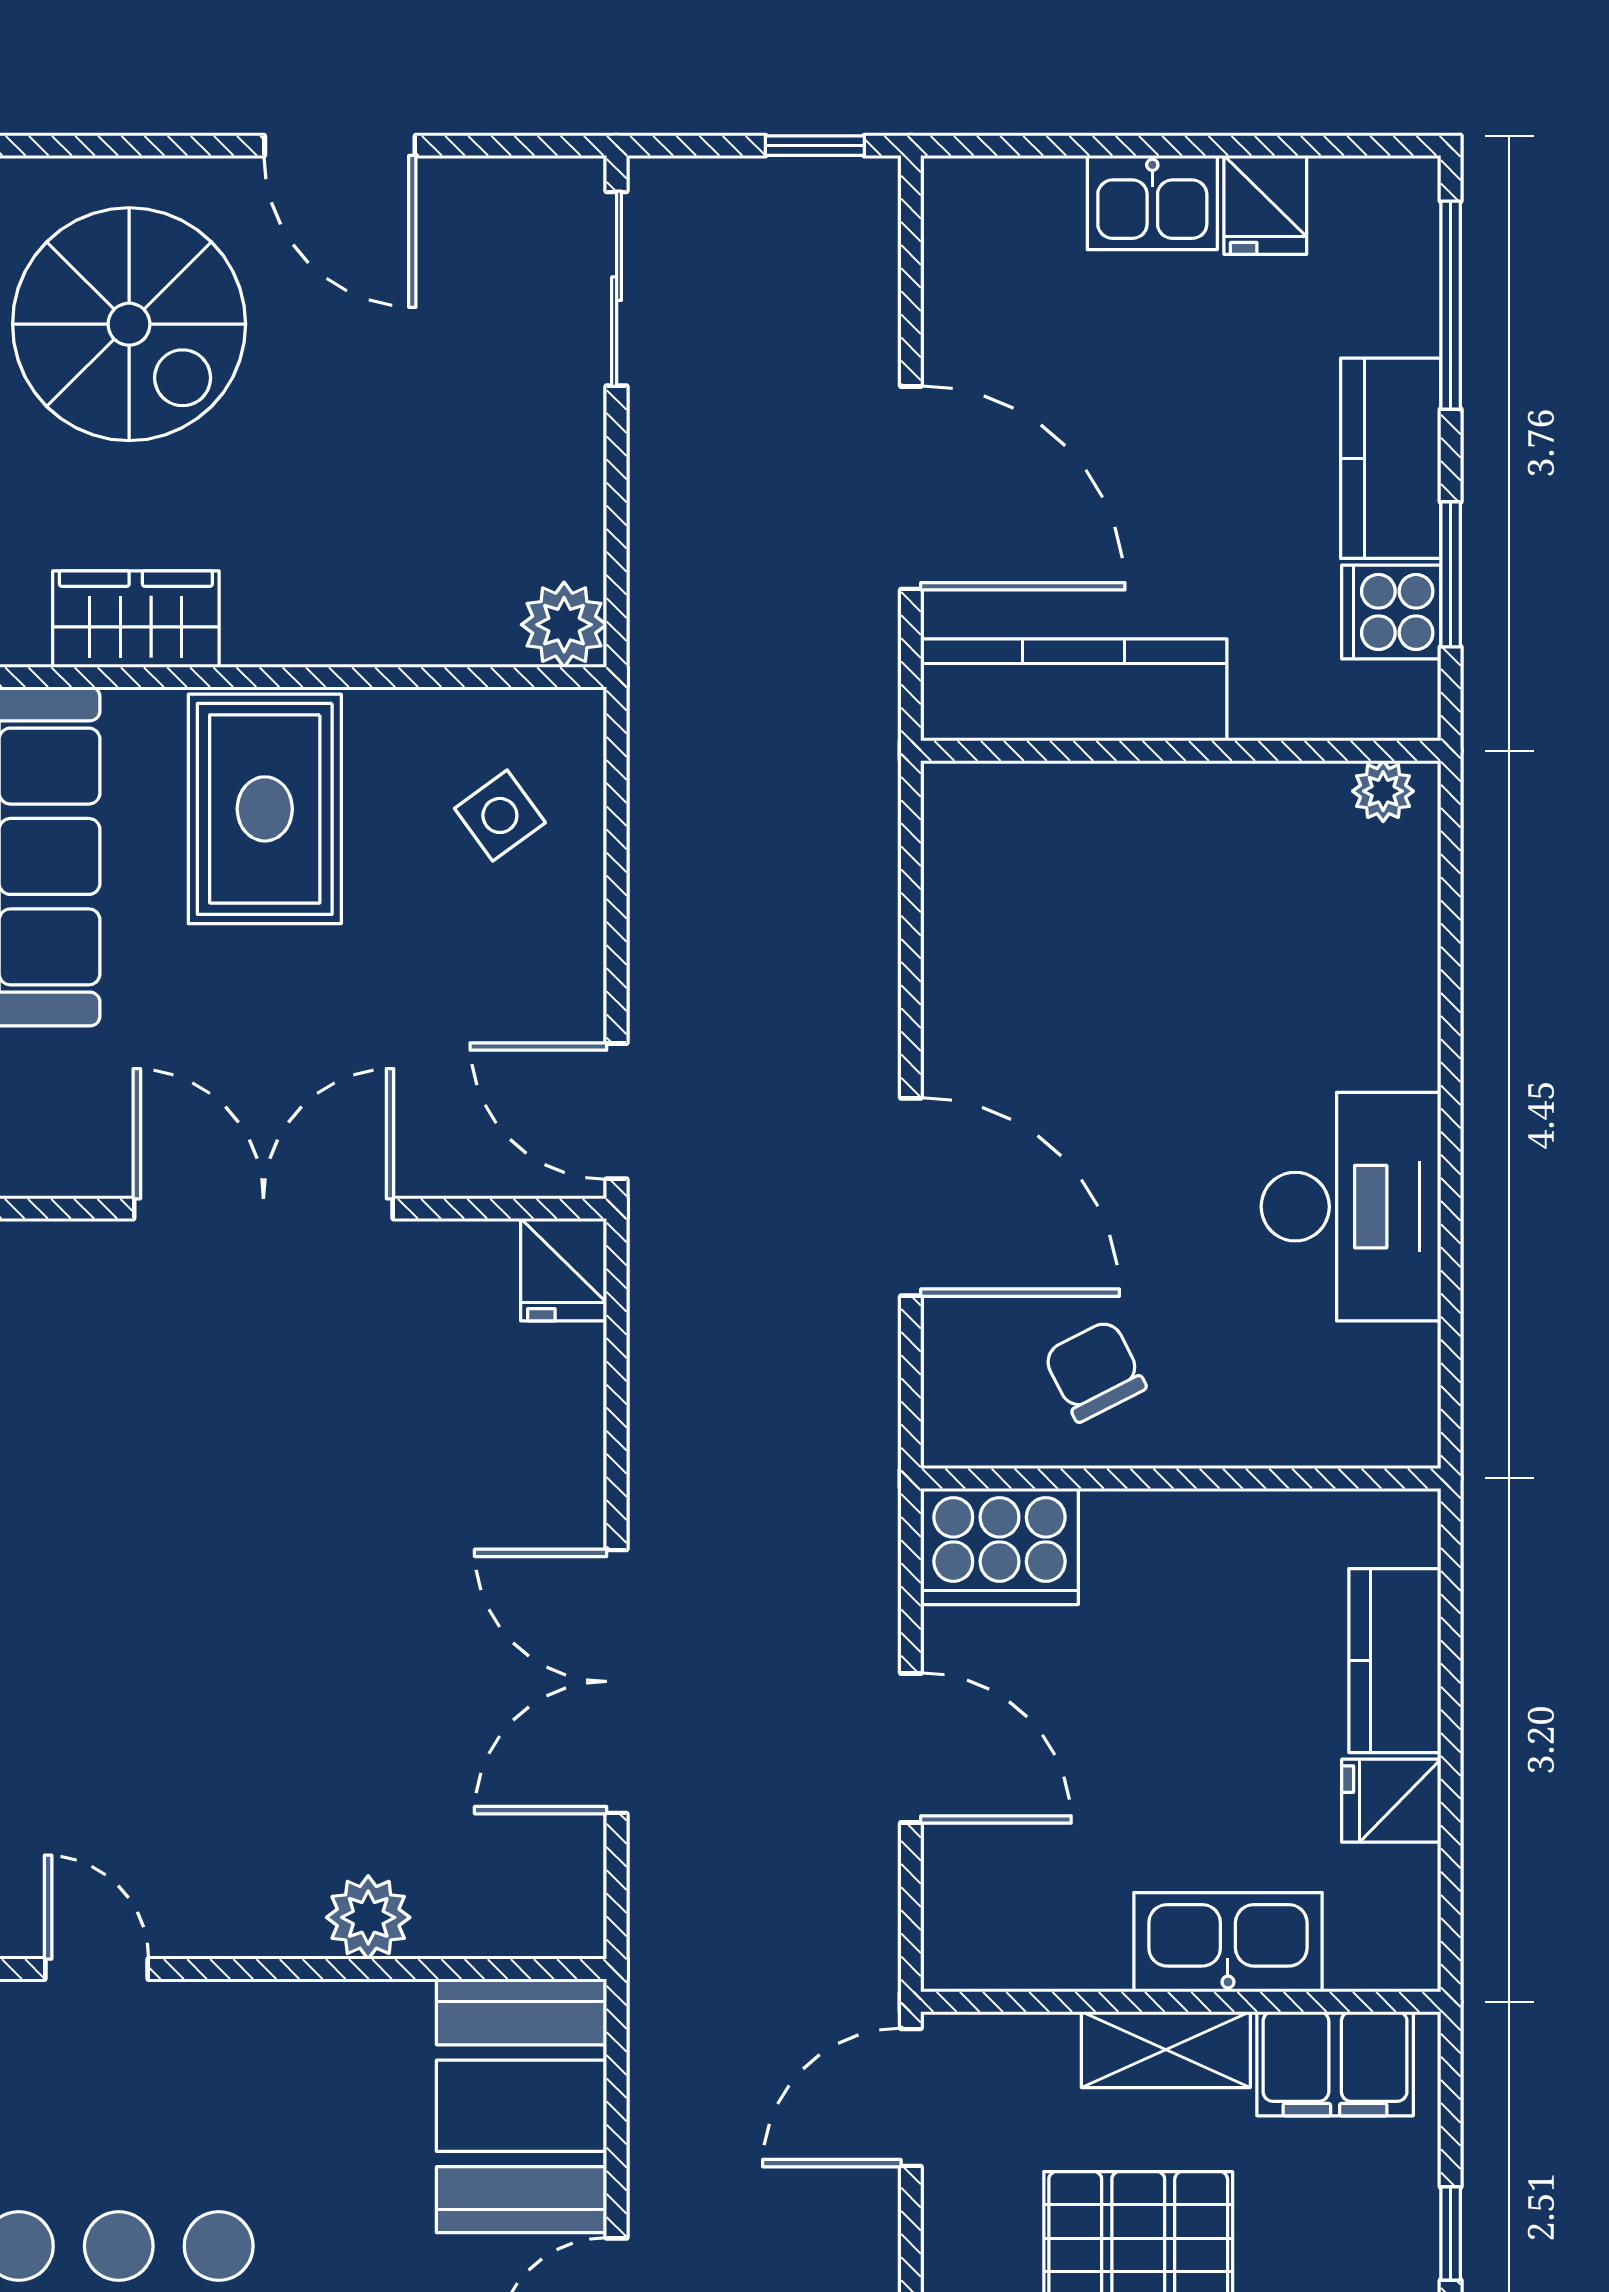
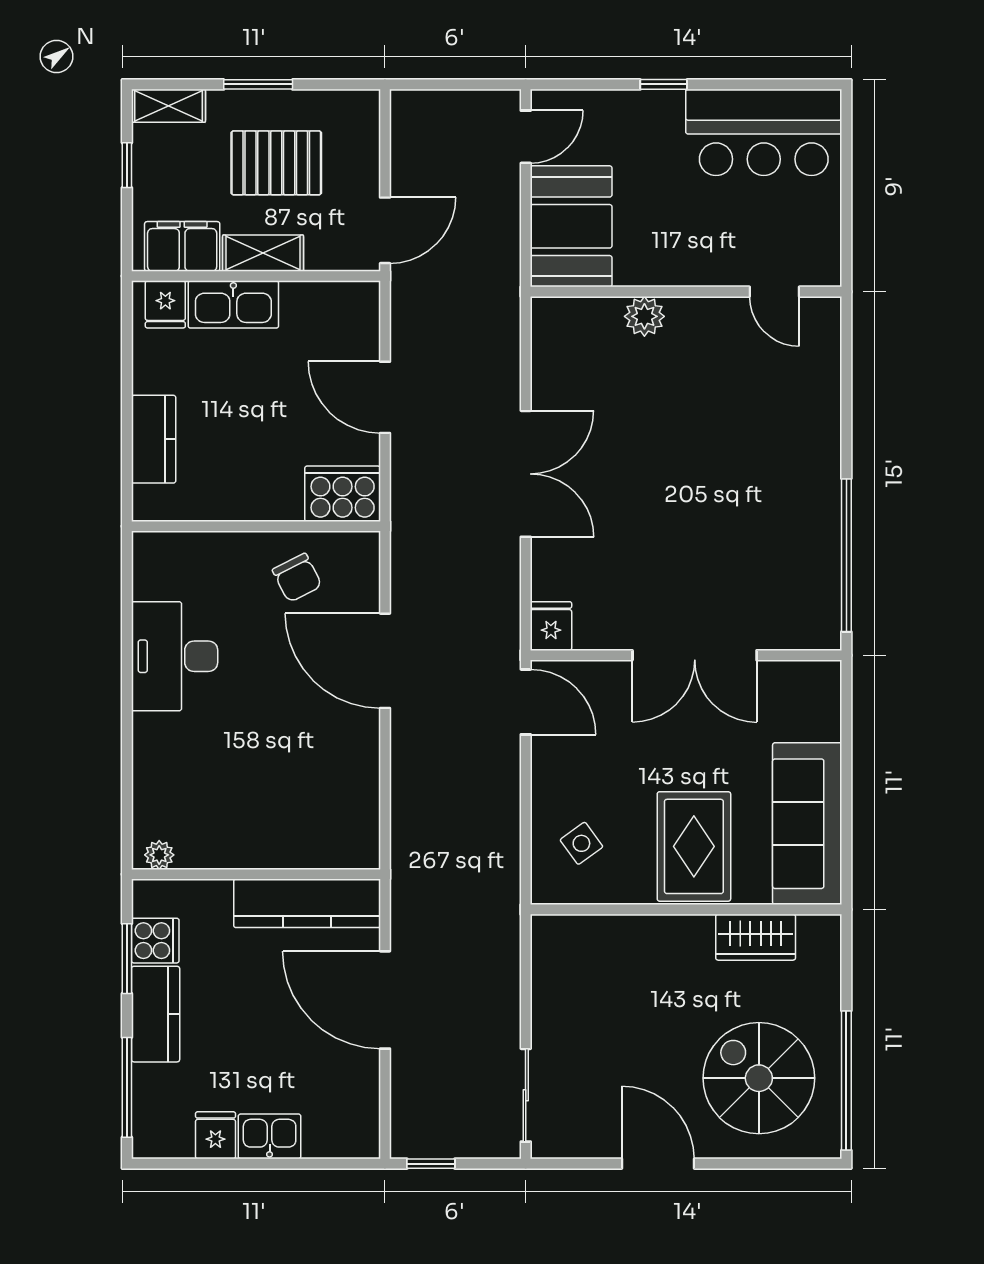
plant: (564, 625) -> (551, 935), removed
double door: (617, 1681) -> (526, 474), moved
fridge: (1391, 1801) -> (165, 304), moved, turned 90

